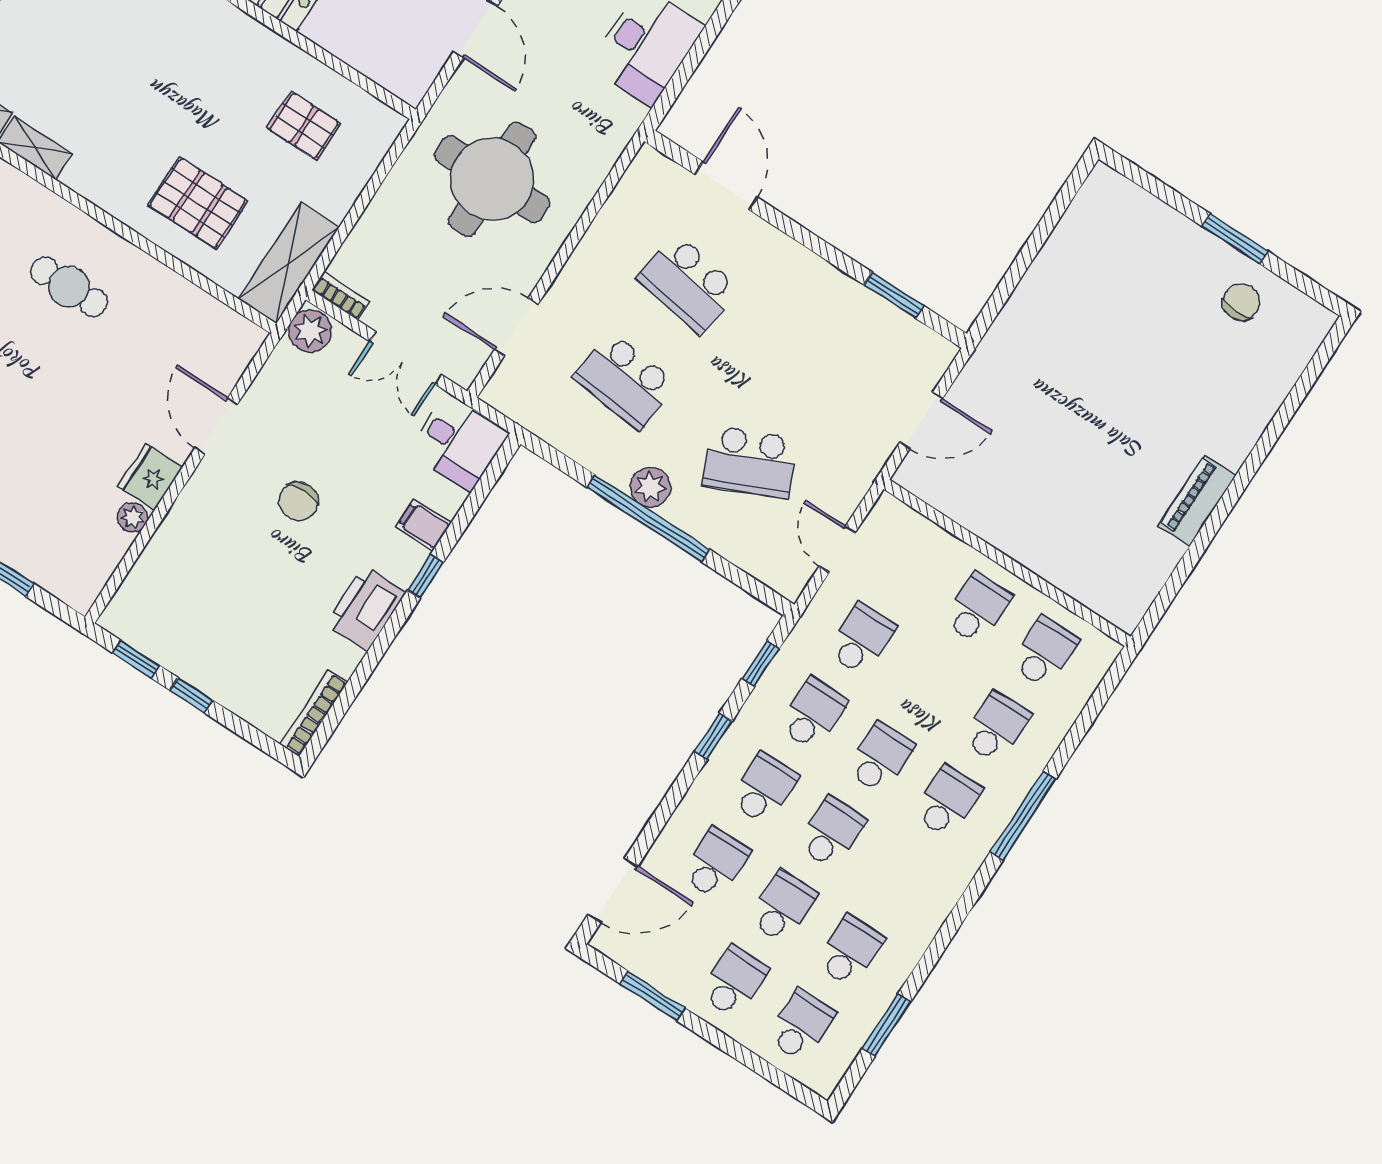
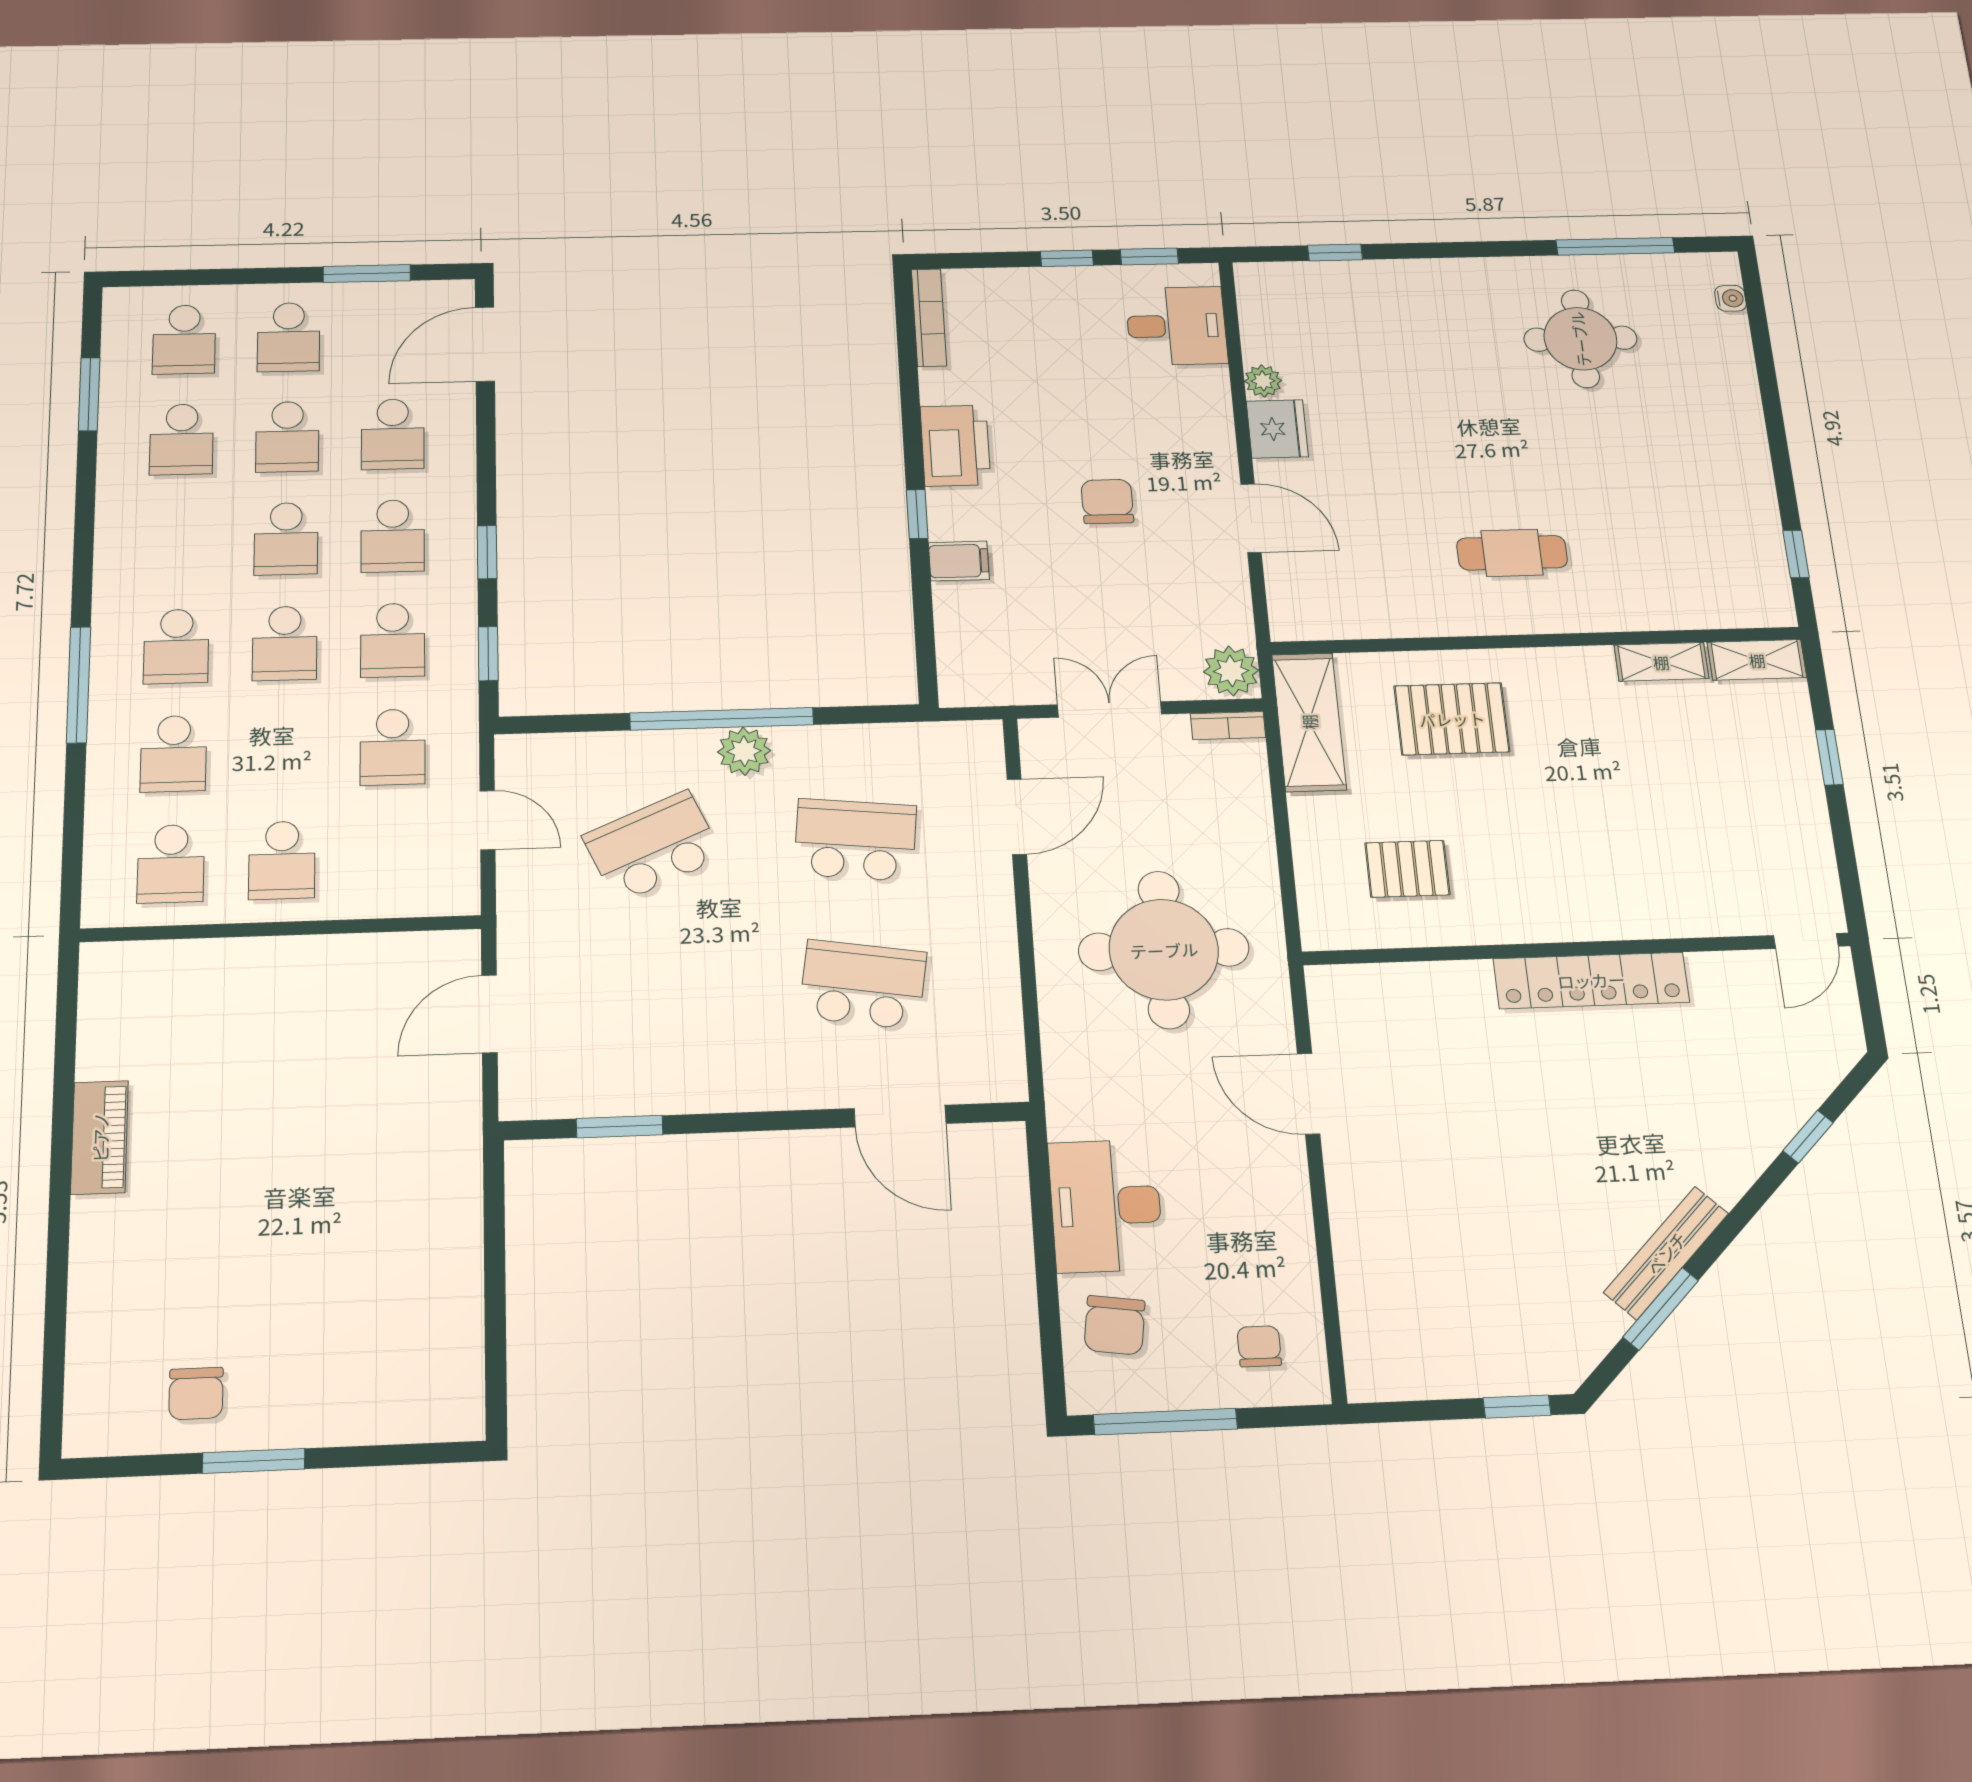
desk: (458, 443) -> (1176, 326), moved, turned 180

